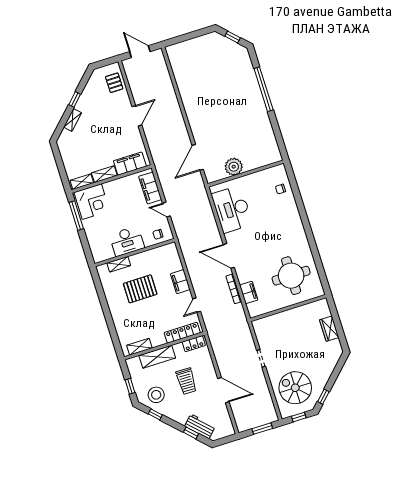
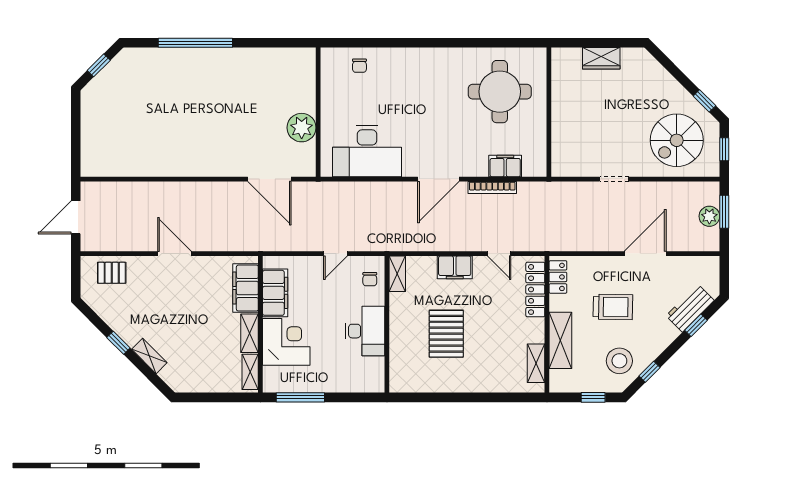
filing cabinet: (150, 188) -> (275, 293), moved, turned -90
corner desk: (92, 202) -> (286, 342), moved
shelving: (119, 264) -> (397, 274), moved
plant: (257, 421) -> (709, 216), added

